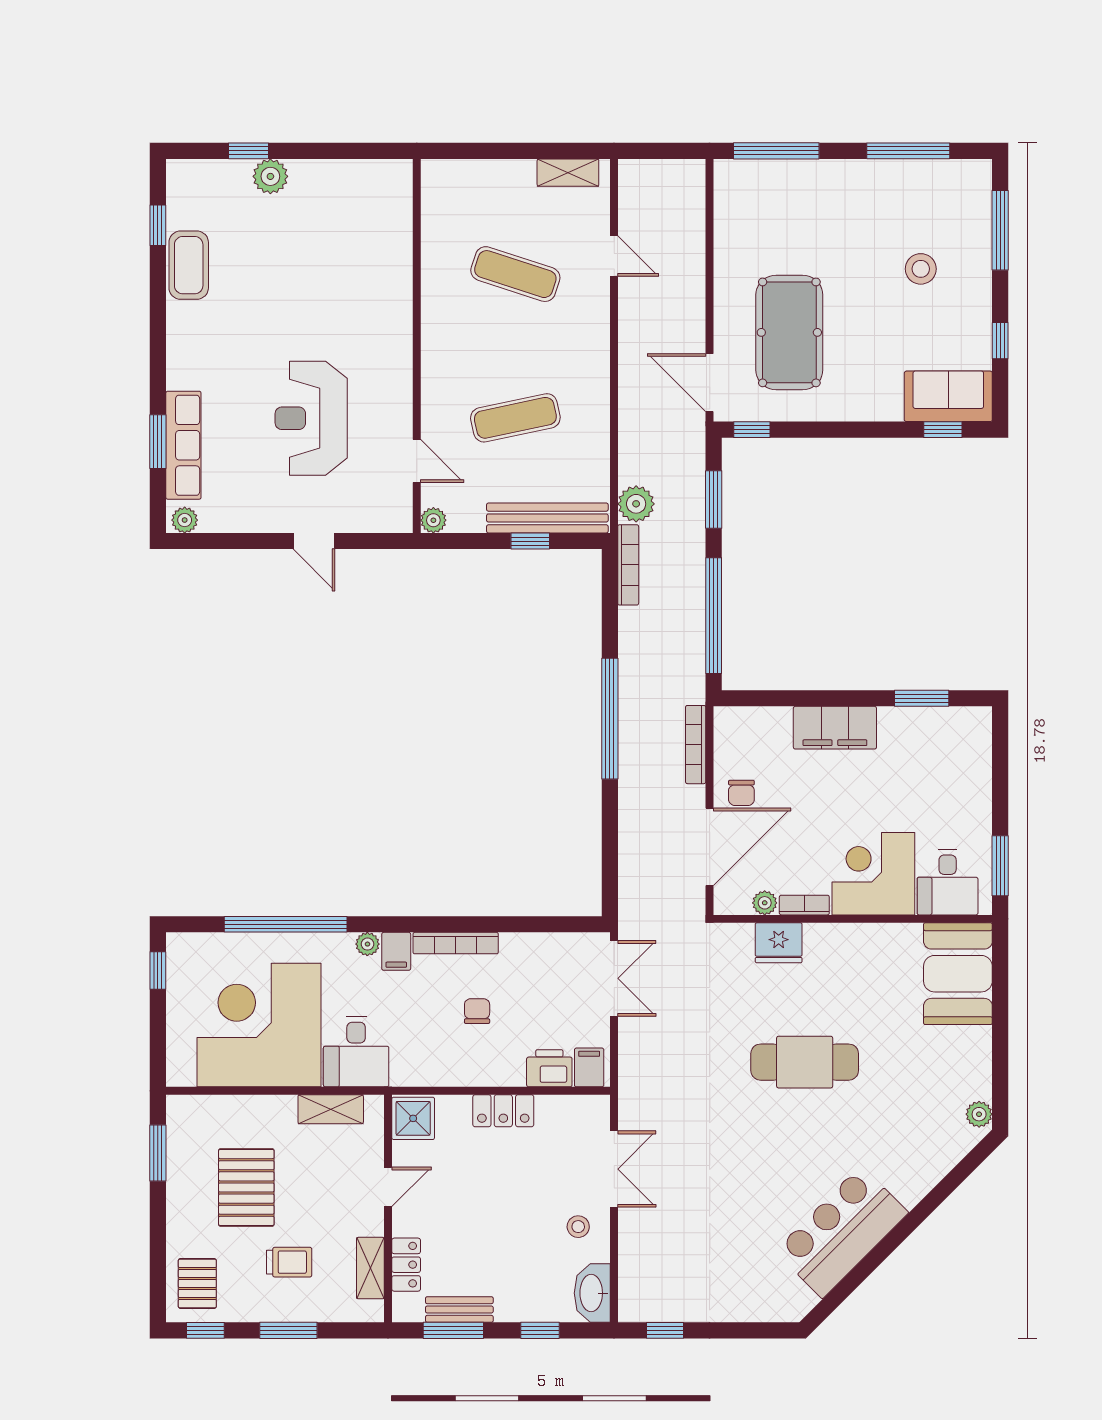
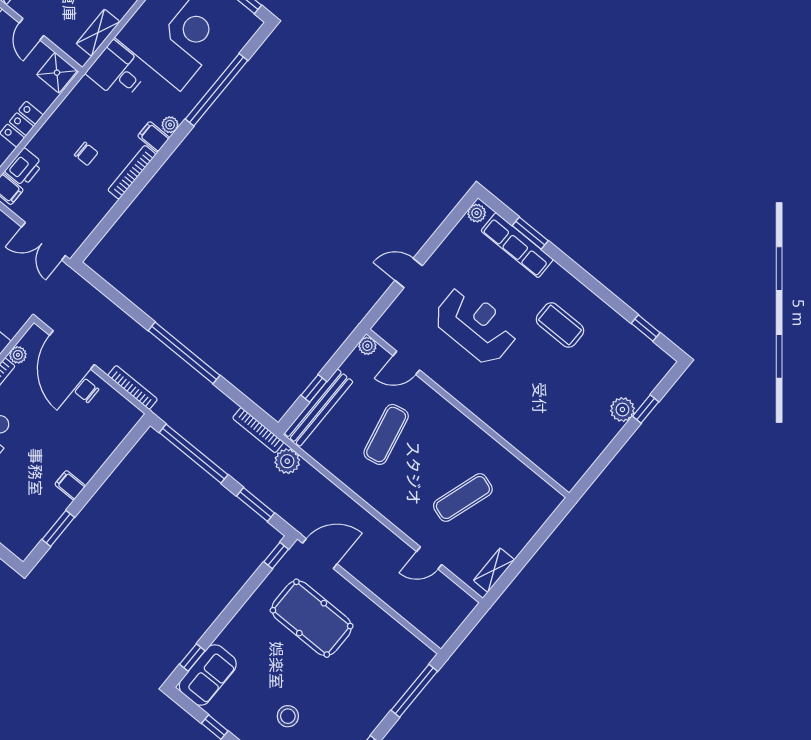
coffee table: (189, 265) -> (560, 325), moved
filing cabinet: (835, 728) -> (70, 485), width x0.33, depth x0.86

